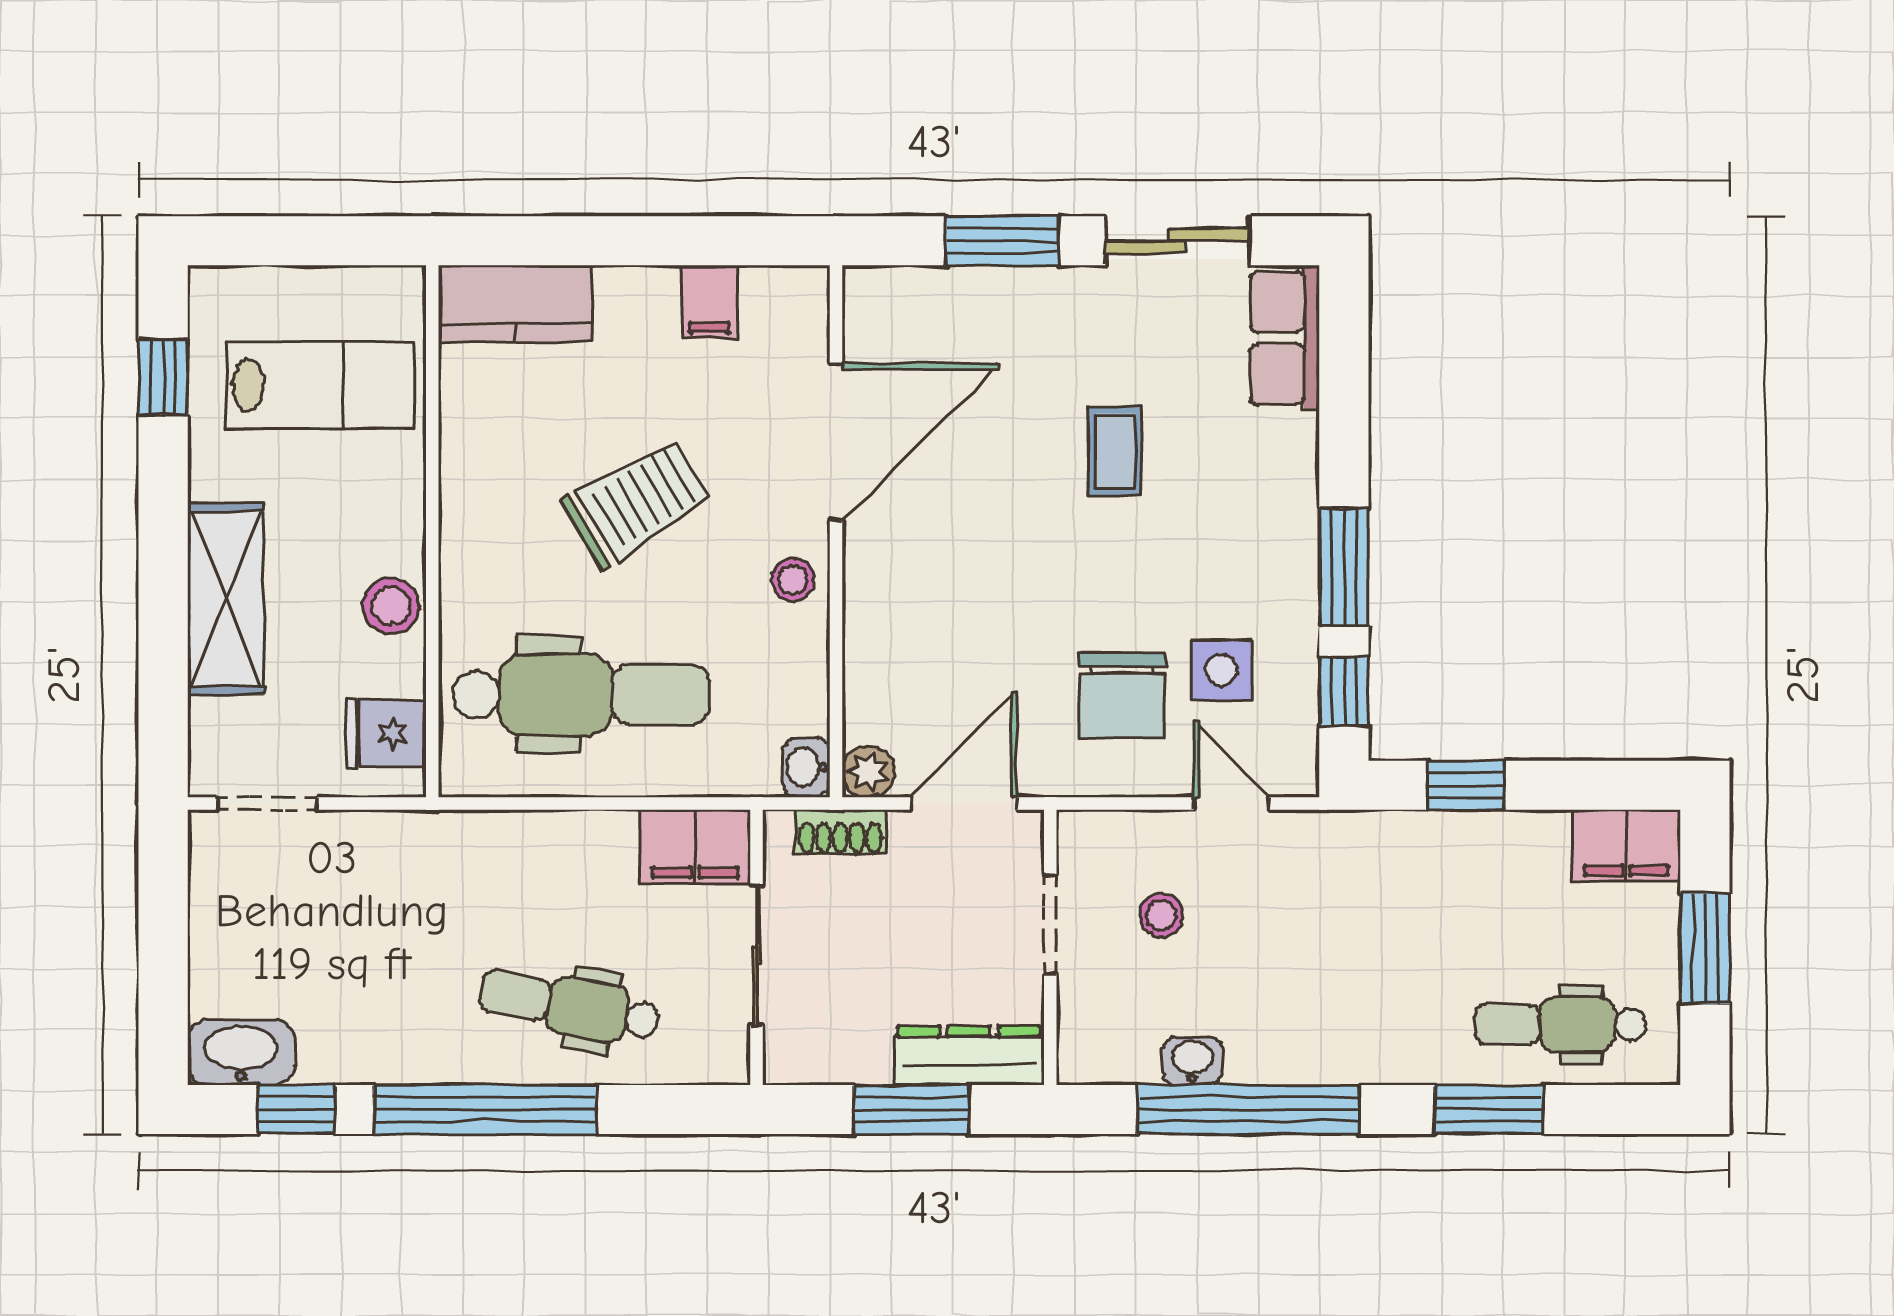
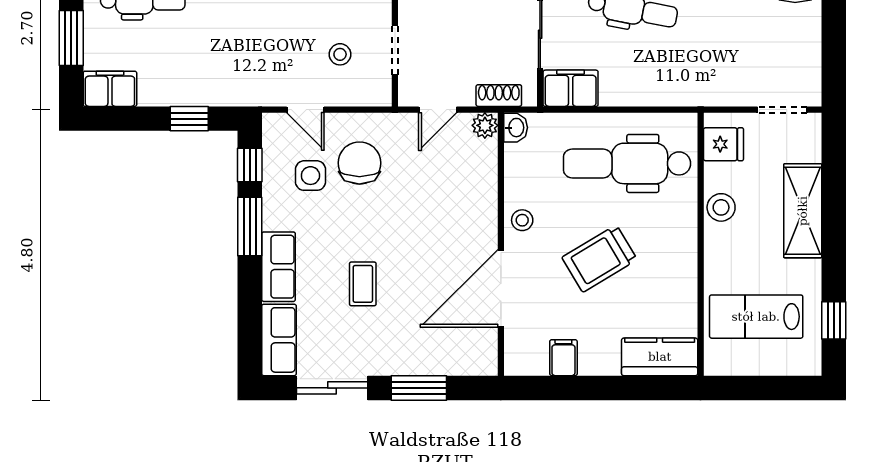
row of seats: (1286, 486) -> (279, 267), added
door: (964, 804) -> (438, 110), width x0.73

